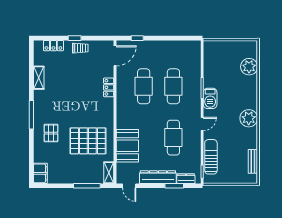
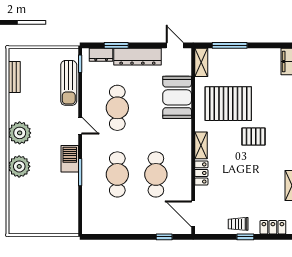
door: (115, 56) -> (193, 214), hinge flipped
plant: (249, 67) -> (19, 166), moved
shelving: (109, 109) -> (201, 145), added
door: (202, 124) -> (80, 126), swing flipped
pallet: (51, 133) -> (253, 137), moved, turned 90

